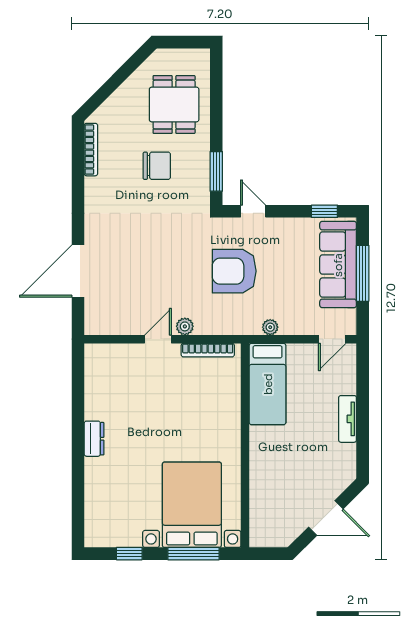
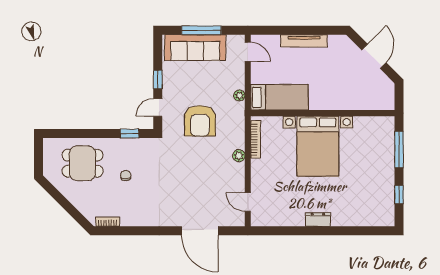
bookcase: (91, 150) -> (108, 222), width x0.64
chair: (157, 166) -> (126, 175), width x0.54, depth x0.54
window: (216, 171) -> (130, 133), width x0.67
window: (324, 211) -> (158, 80), moved
door: (158, 339) -> (248, 202), moved
tv unit: (348, 419) -> (304, 41), width x1.41
bed with nightstands: (192, 505) -> (318, 146), moved, turned -90

